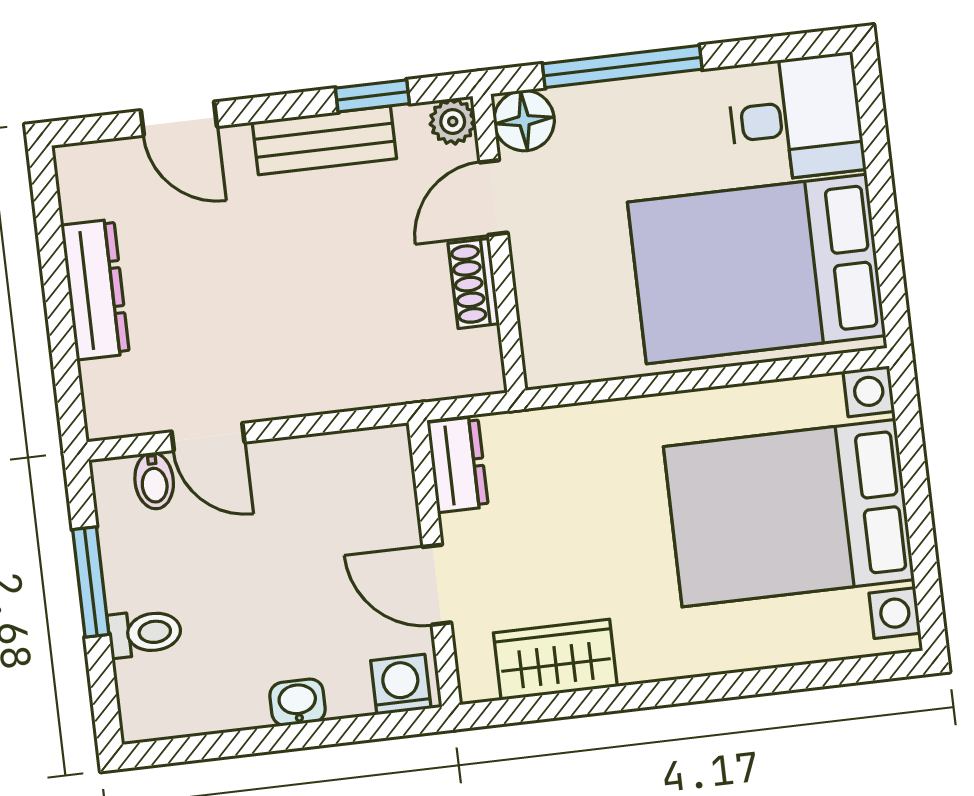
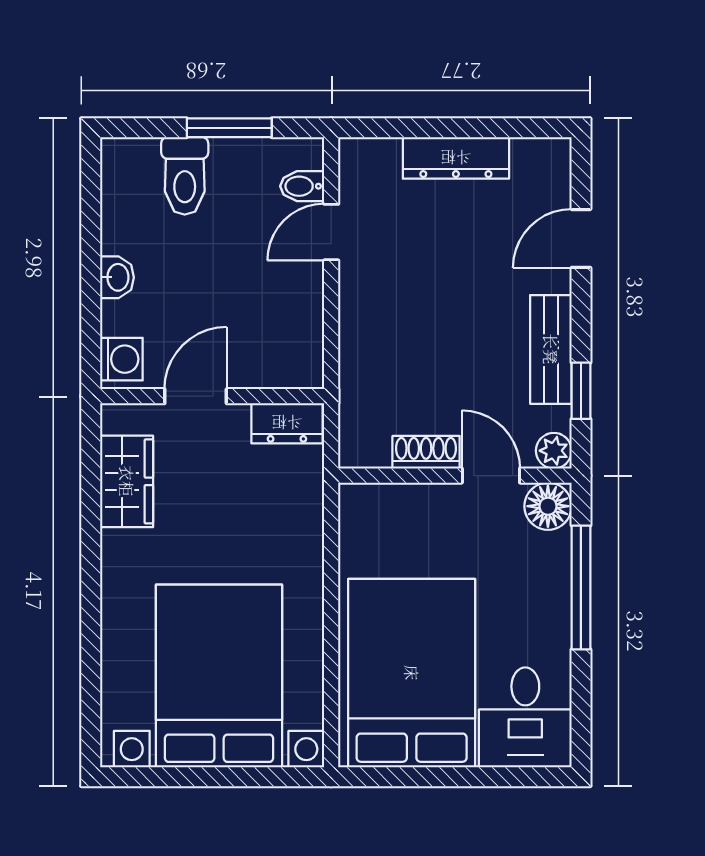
toilet: (145, 633) -> (185, 176), width x1.37, depth x1.39

